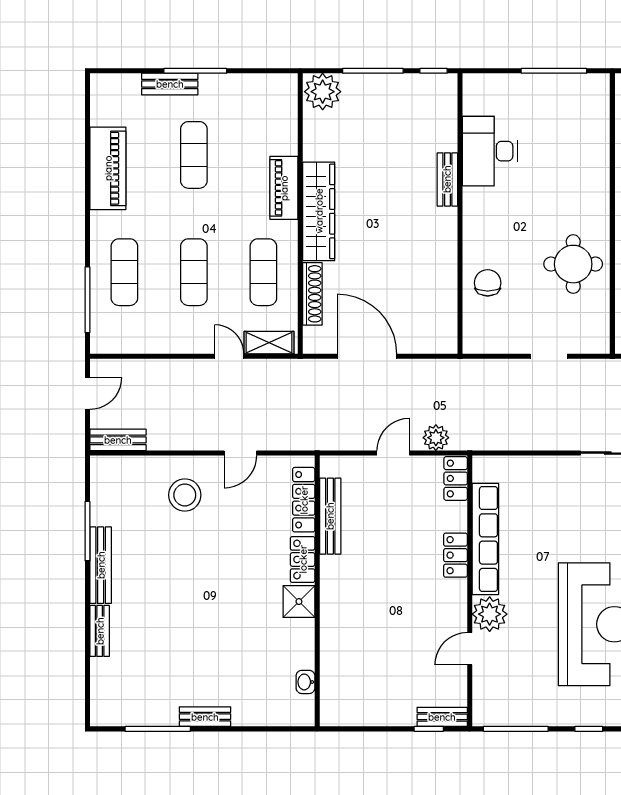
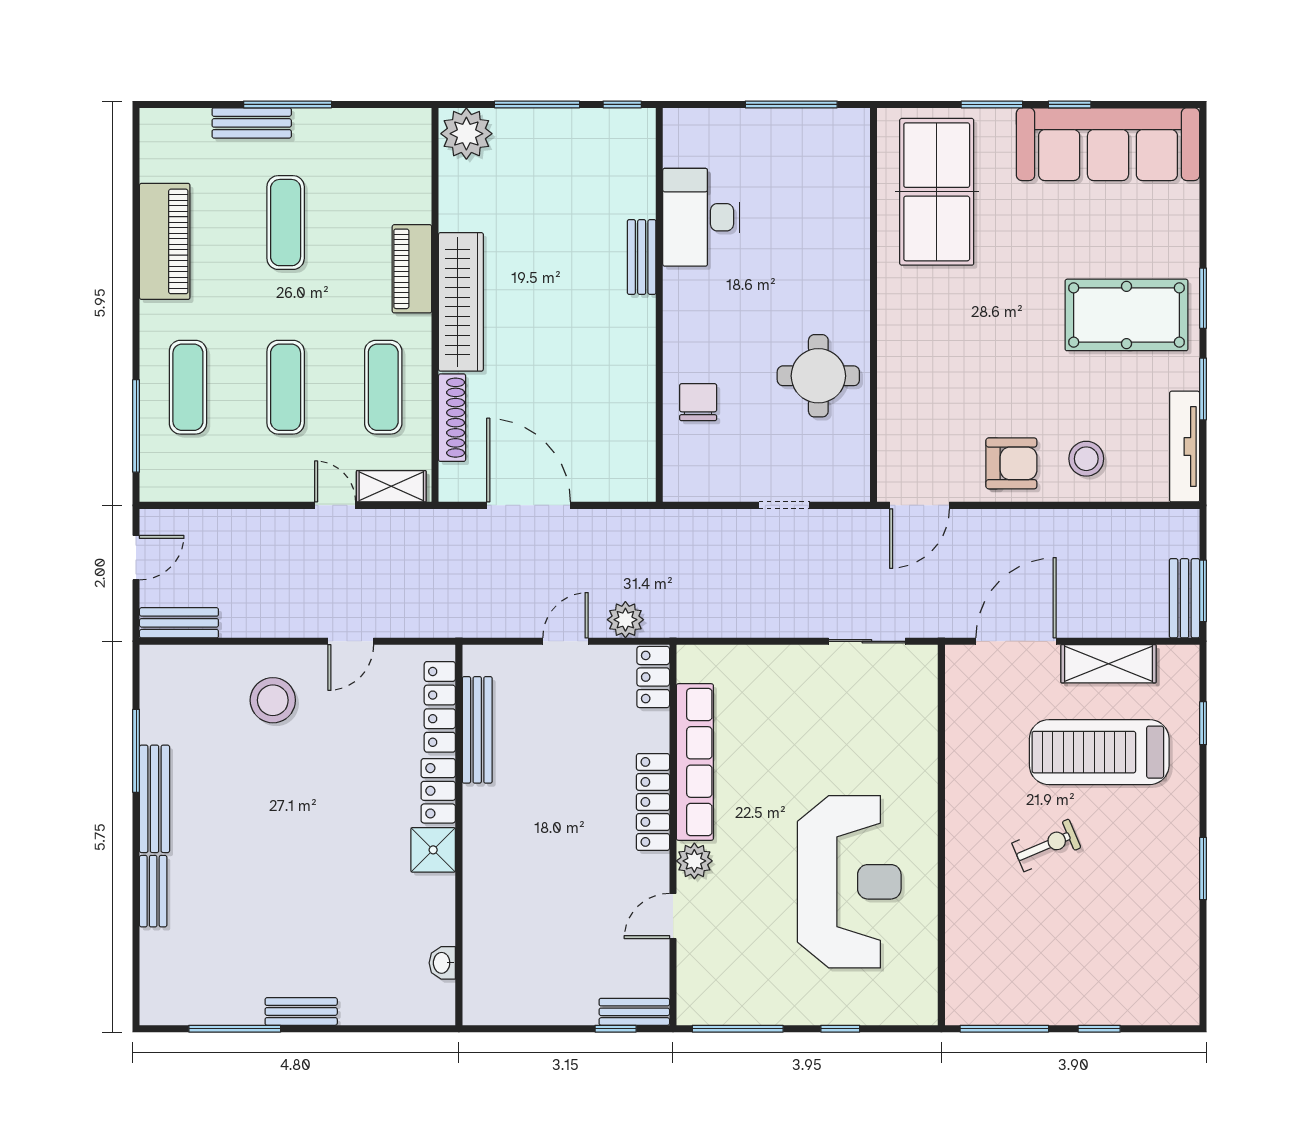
locker: (455, 555) -> (653, 802), width x1.53
plant: (490, 614) -> (694, 861), width x0.73, depth x0.73

